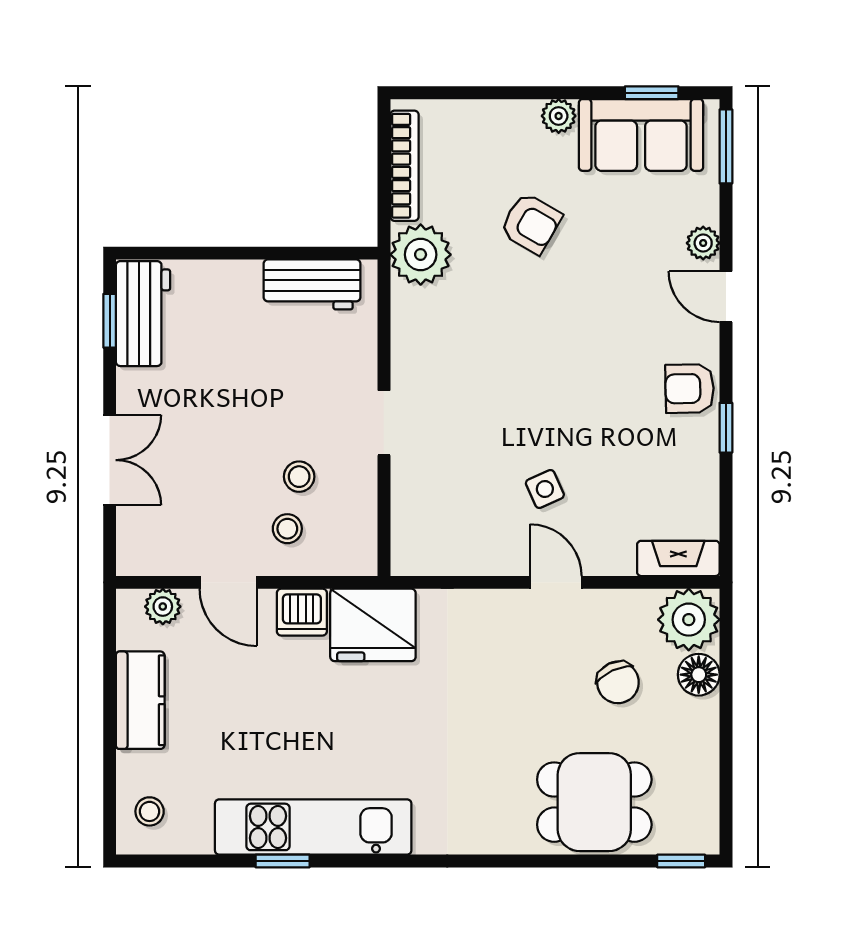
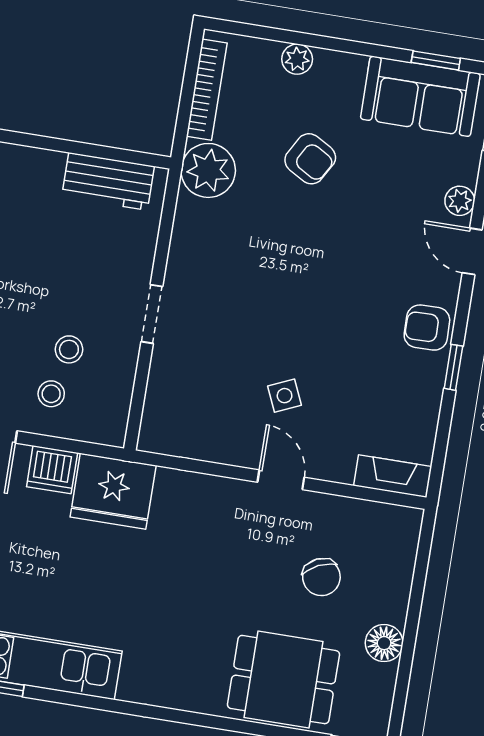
plant: (559, 116) -> (297, 59), moved
plant: (689, 620) -> (393, 532), removed
floor lamp: (699, 675) -> (384, 643), moved

